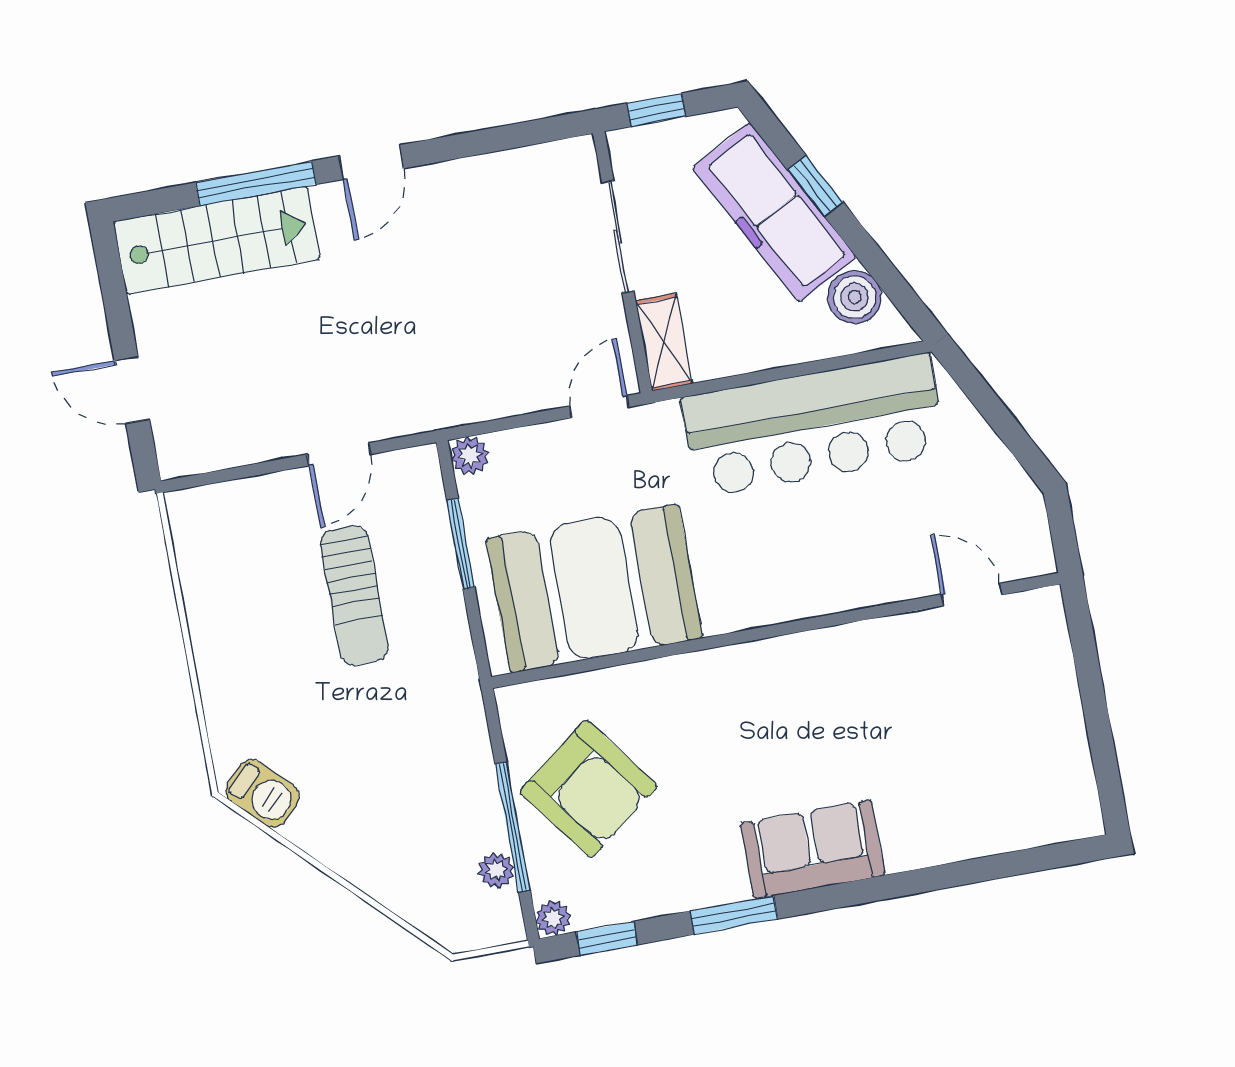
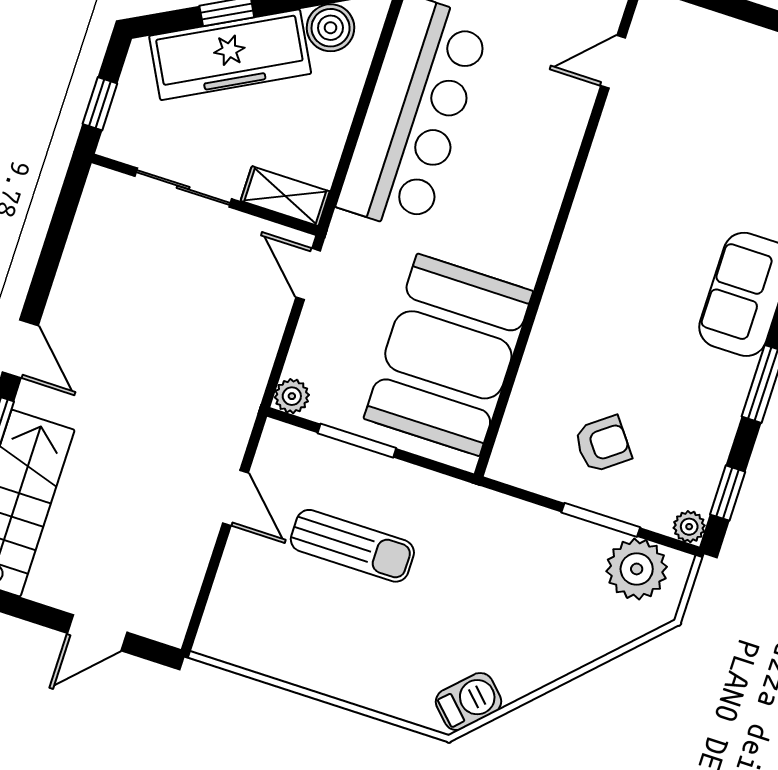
armchair: (589, 789) -> (603, 444), width x0.53, depth x0.53
window: (513, 827) -> (601, 520), width x0.69
plant: (496, 870) -> (637, 569), width x1.88, depth x1.88

